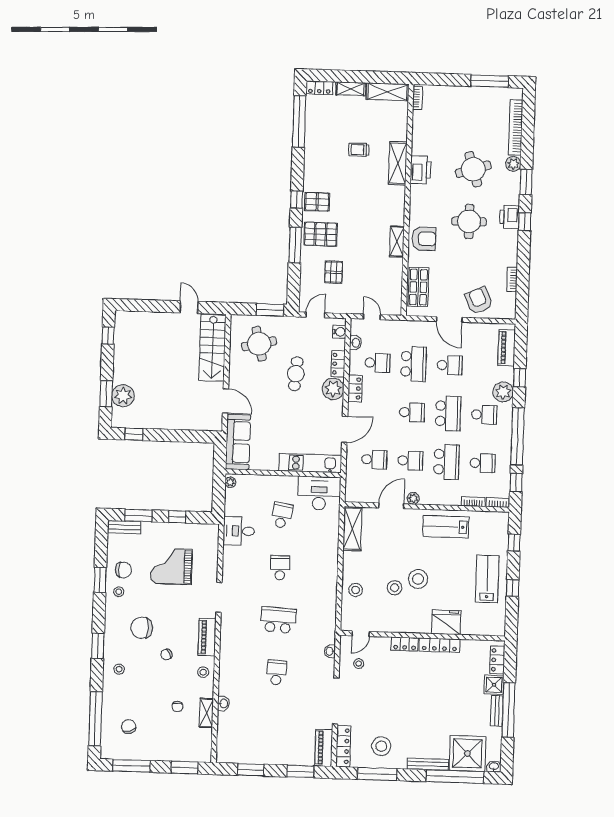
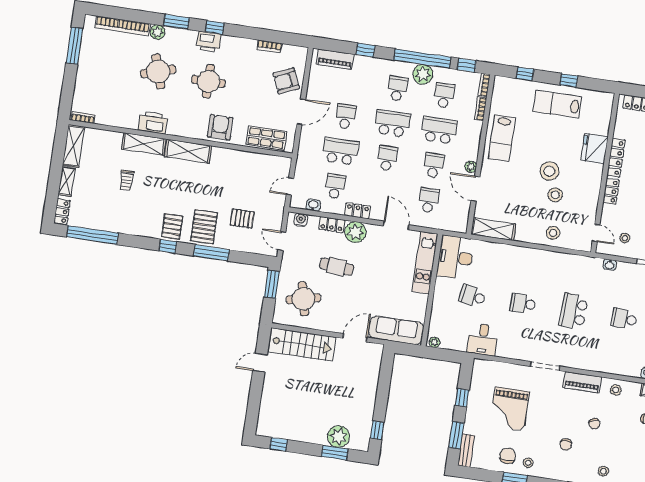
shelving: (397, 242) -> (188, 151), moved, width x1.50, depth x1.33
plant: (503, 392) -> (423, 74), moved
chair: (142, 628) -> (566, 444), width x0.54, depth x0.54

